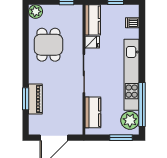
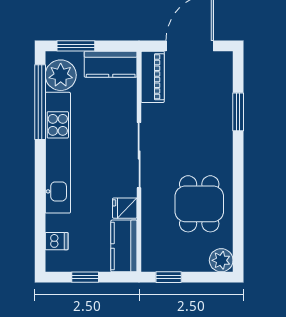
piano: (35, 99) -> (153, 77), moved, turned 180
kitchen counter: (93, 112) -> (111, 64), moved, turned -90

